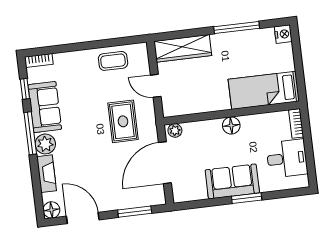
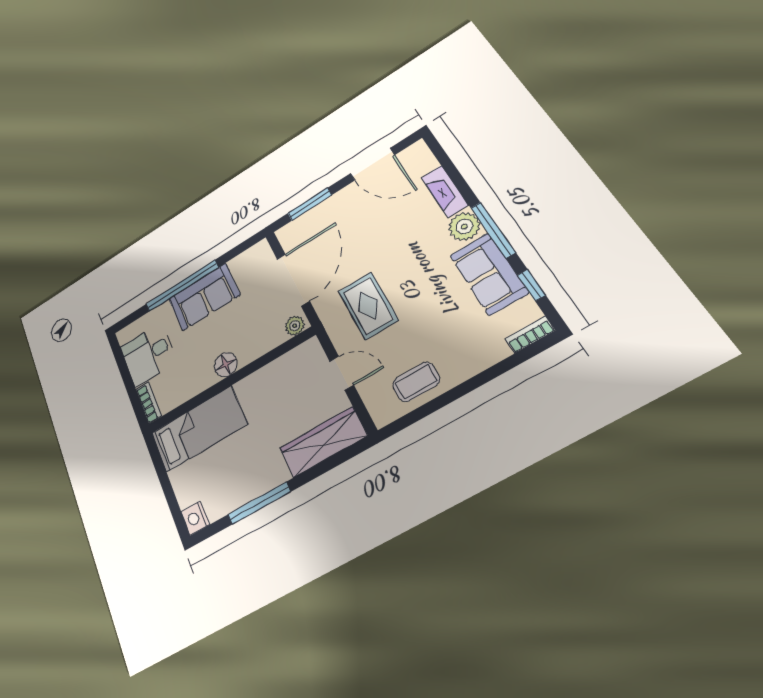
window: (247, 198) -> (182, 286), width x2.11
floor lamp: (51, 210) -> (418, 153), removed

